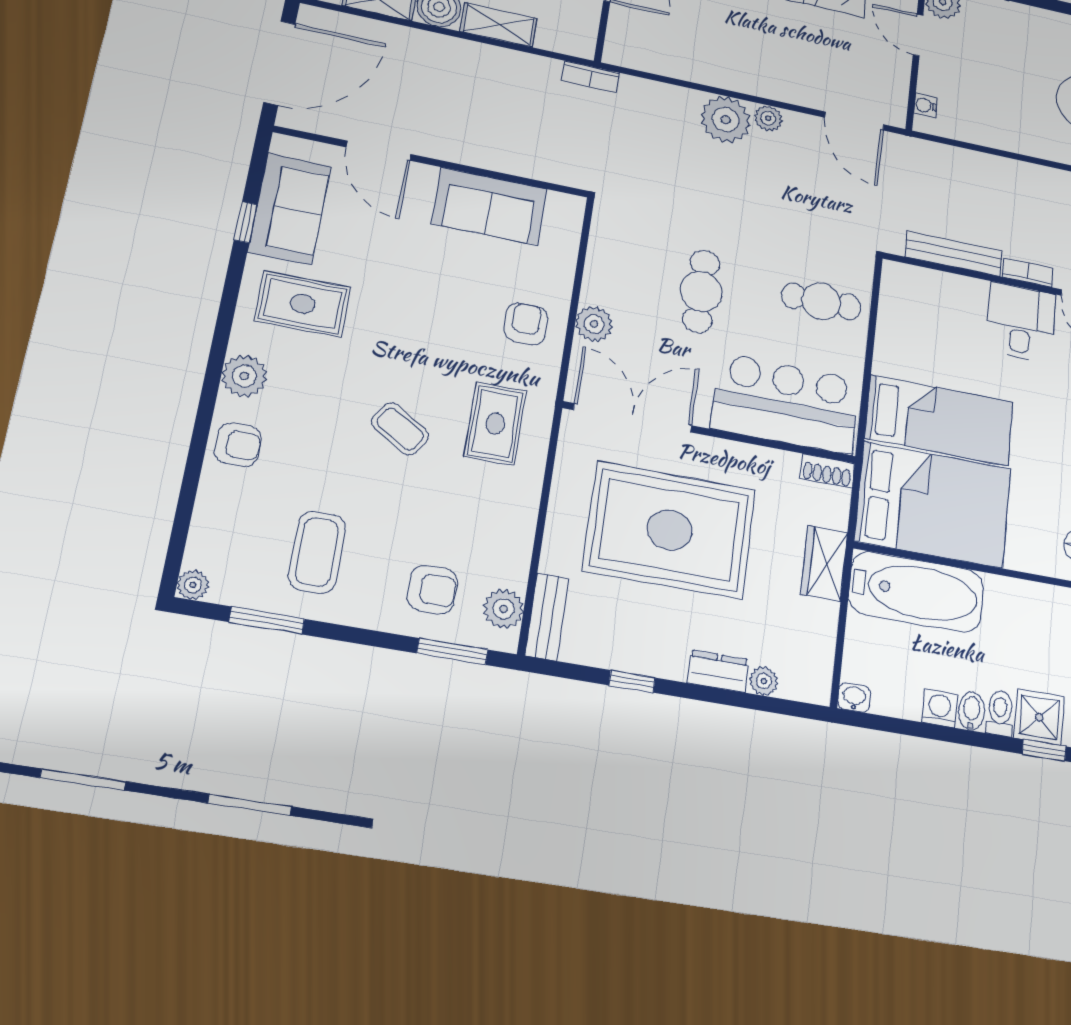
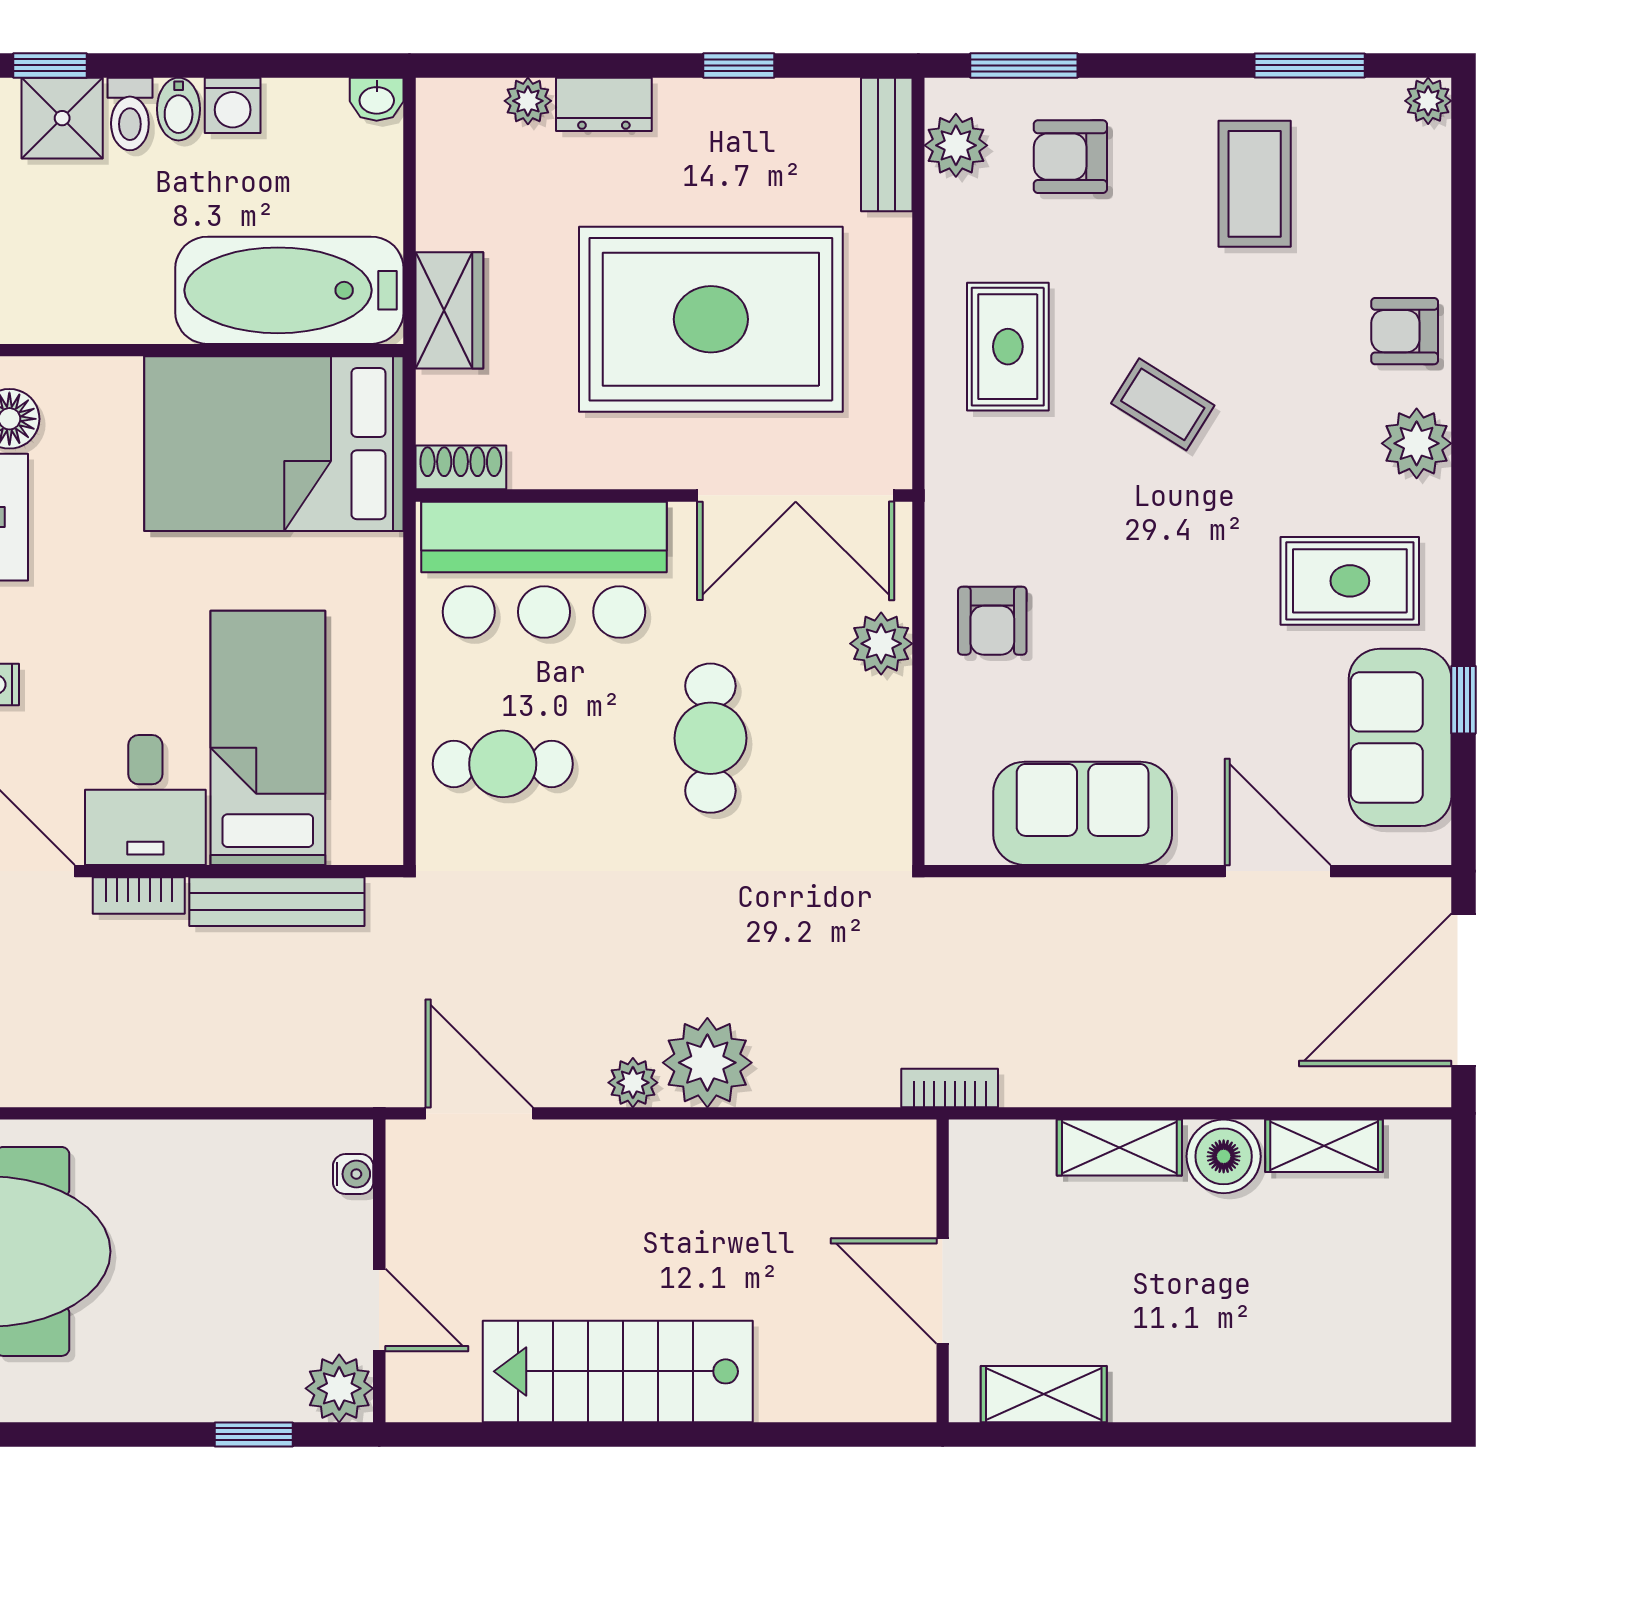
bed: (939, 420) -> (268, 738), moved, turned 90
rug: (495, 424) -> (1008, 347), moved

